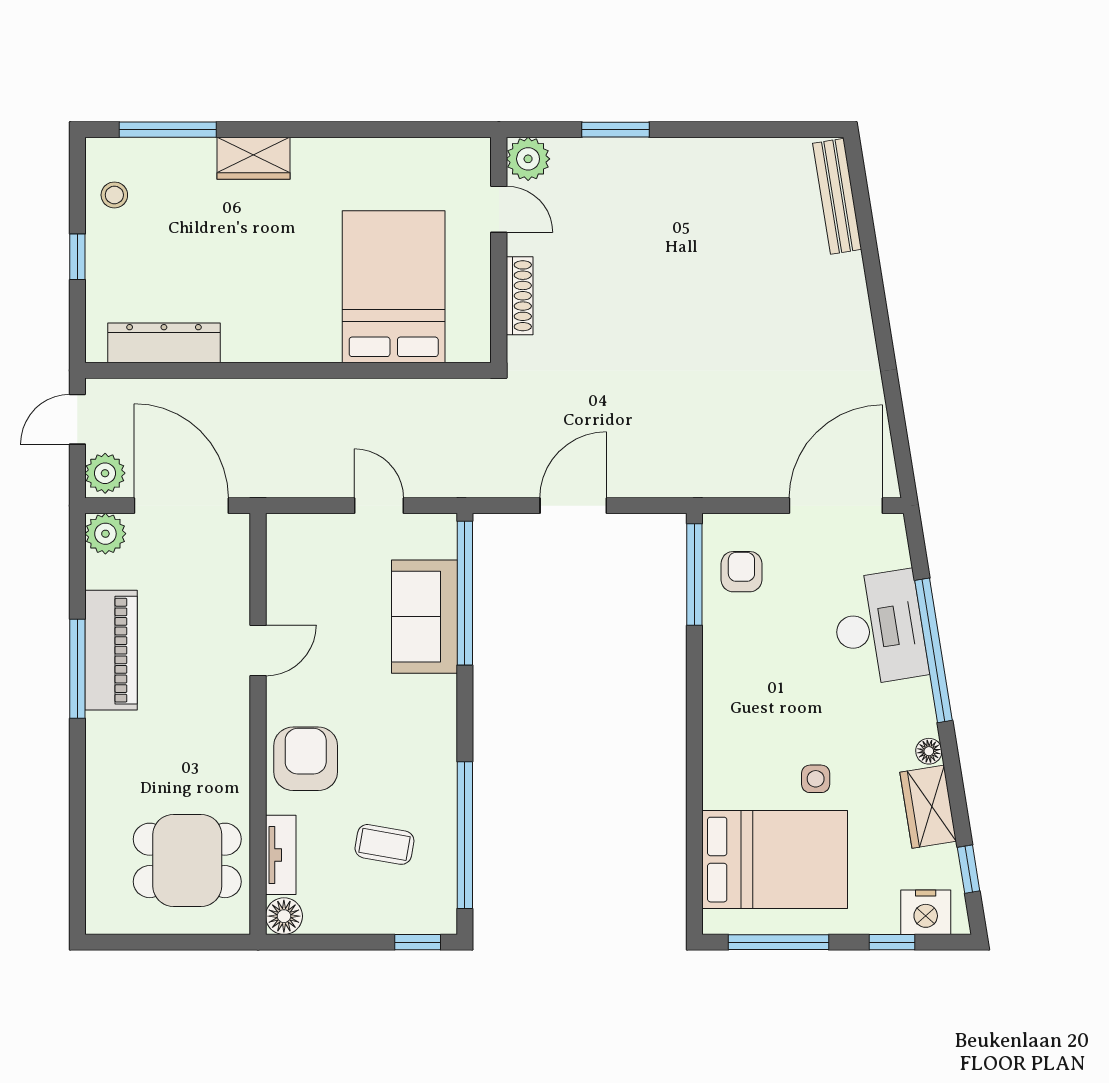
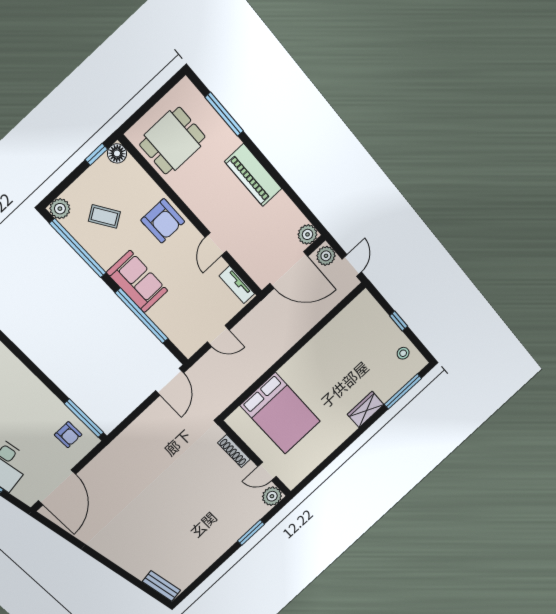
bench: (837, 196) -> (161, 586), width x0.73
dresser: (164, 343) -> (344, 320), removed
door: (573, 506) -> (170, 382), moved
window: (465, 593) -> (142, 316), moved
sofa: (425, 617) -> (137, 282), moved
piano: (111, 650) -> (253, 175), moved
window: (77, 669) -> (224, 114), moved
coffee table: (384, 844) -> (104, 216), turned 47
tv unit: (281, 855) -> (237, 285), moved
plant: (437, 915) -> (60, 209), added
window: (418, 942) -> (96, 154), moved

